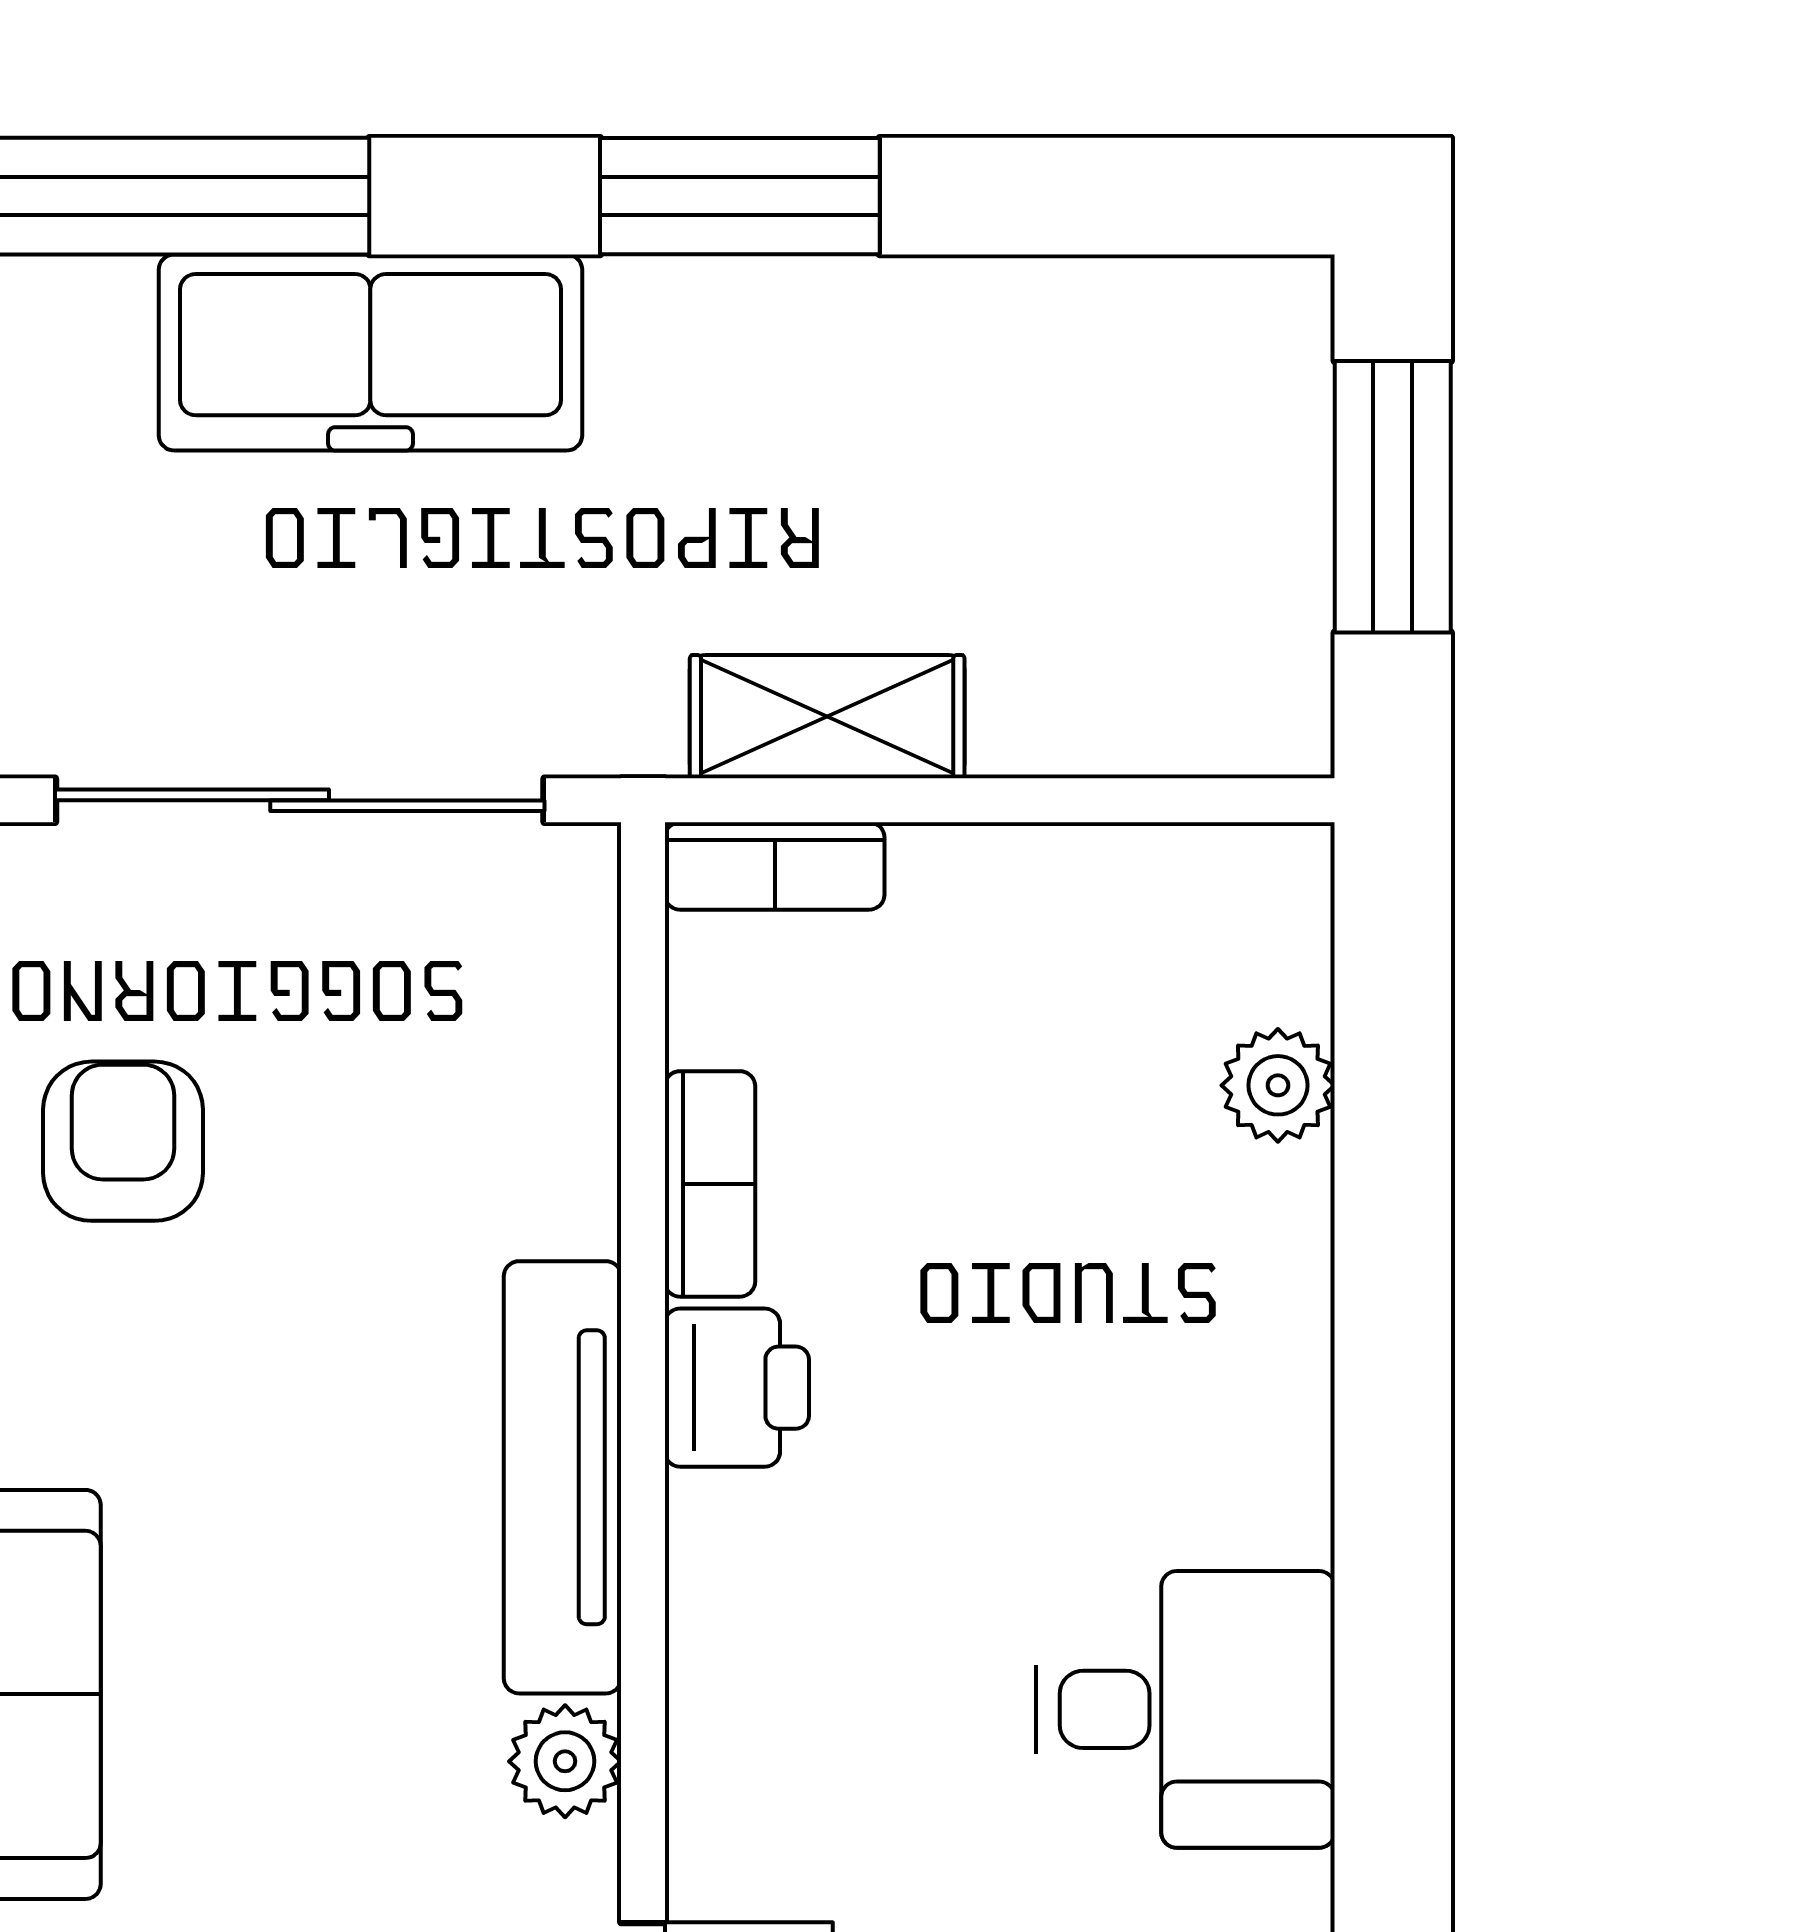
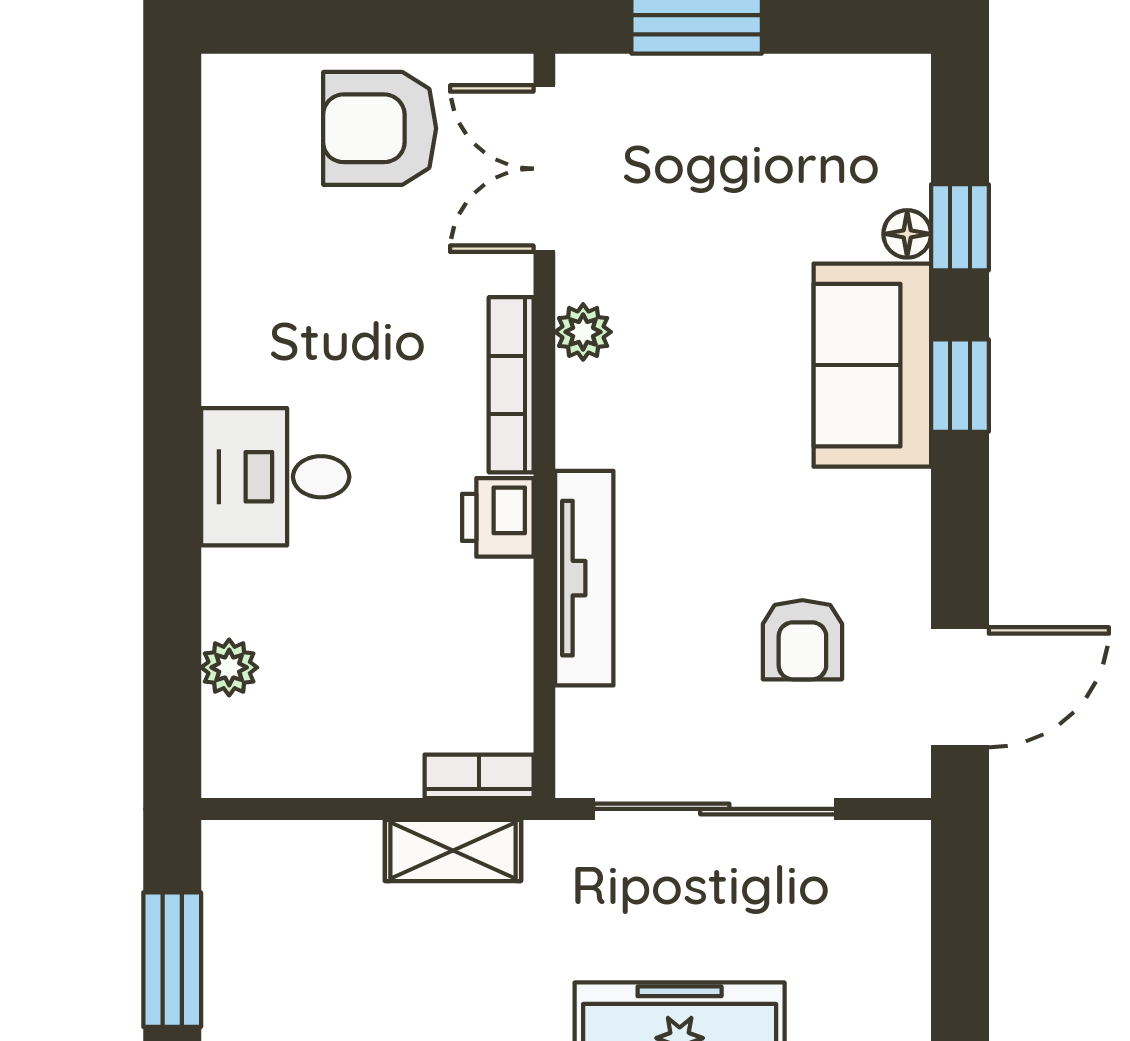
bookcase: (710, 1184) -> (511, 385), moved, width x1.56
tv unit: (562, 1477) -> (584, 578), moved
desk: (1185, 1709) -> (275, 477), moved

